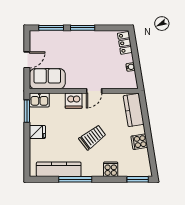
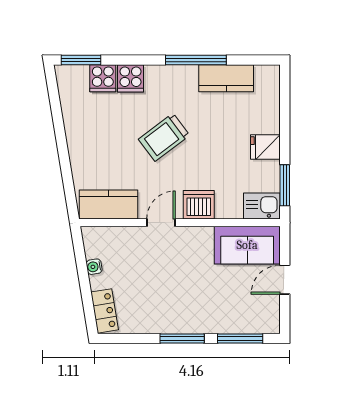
kitchen counter: (134, 110) -> (109, 205), moved, turned -81
cooker: (139, 142) -> (103, 78), moved, turned 99
kitchen counter: (59, 169) -> (226, 78), width x0.67

